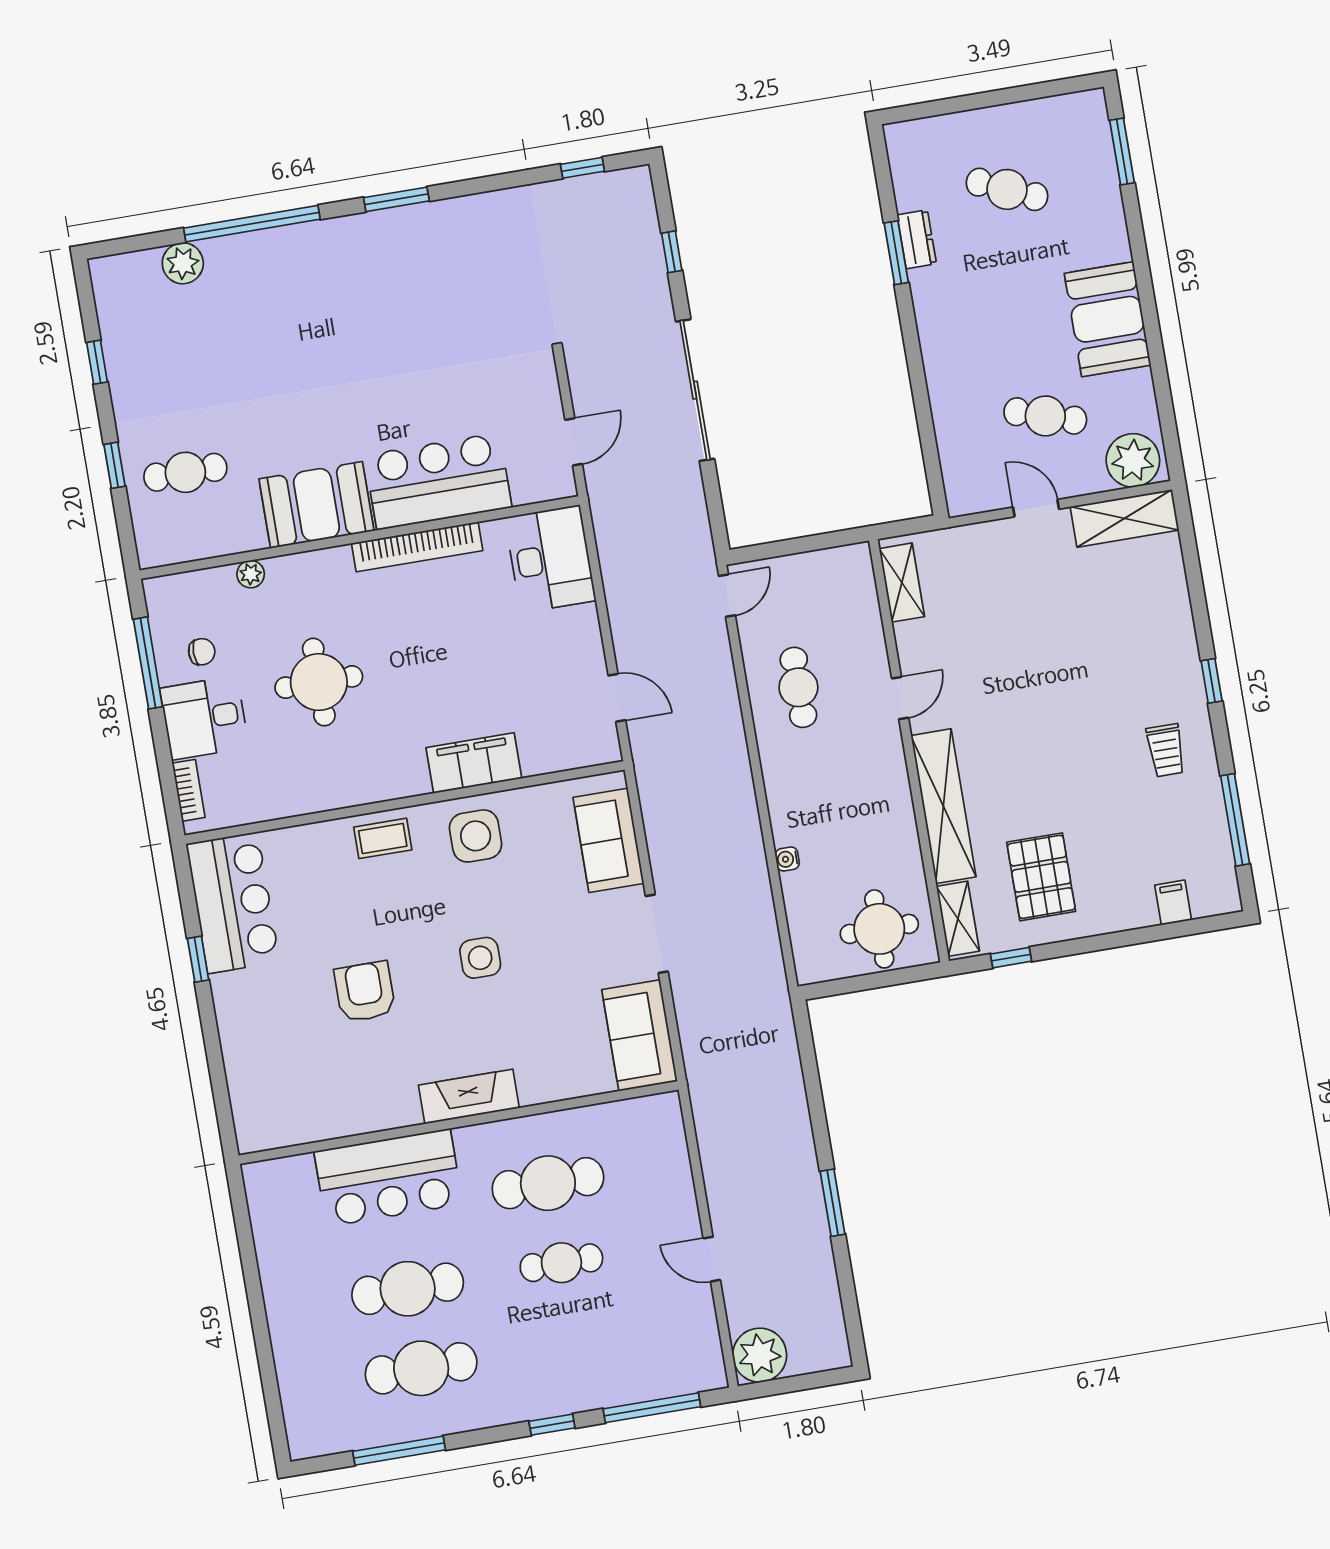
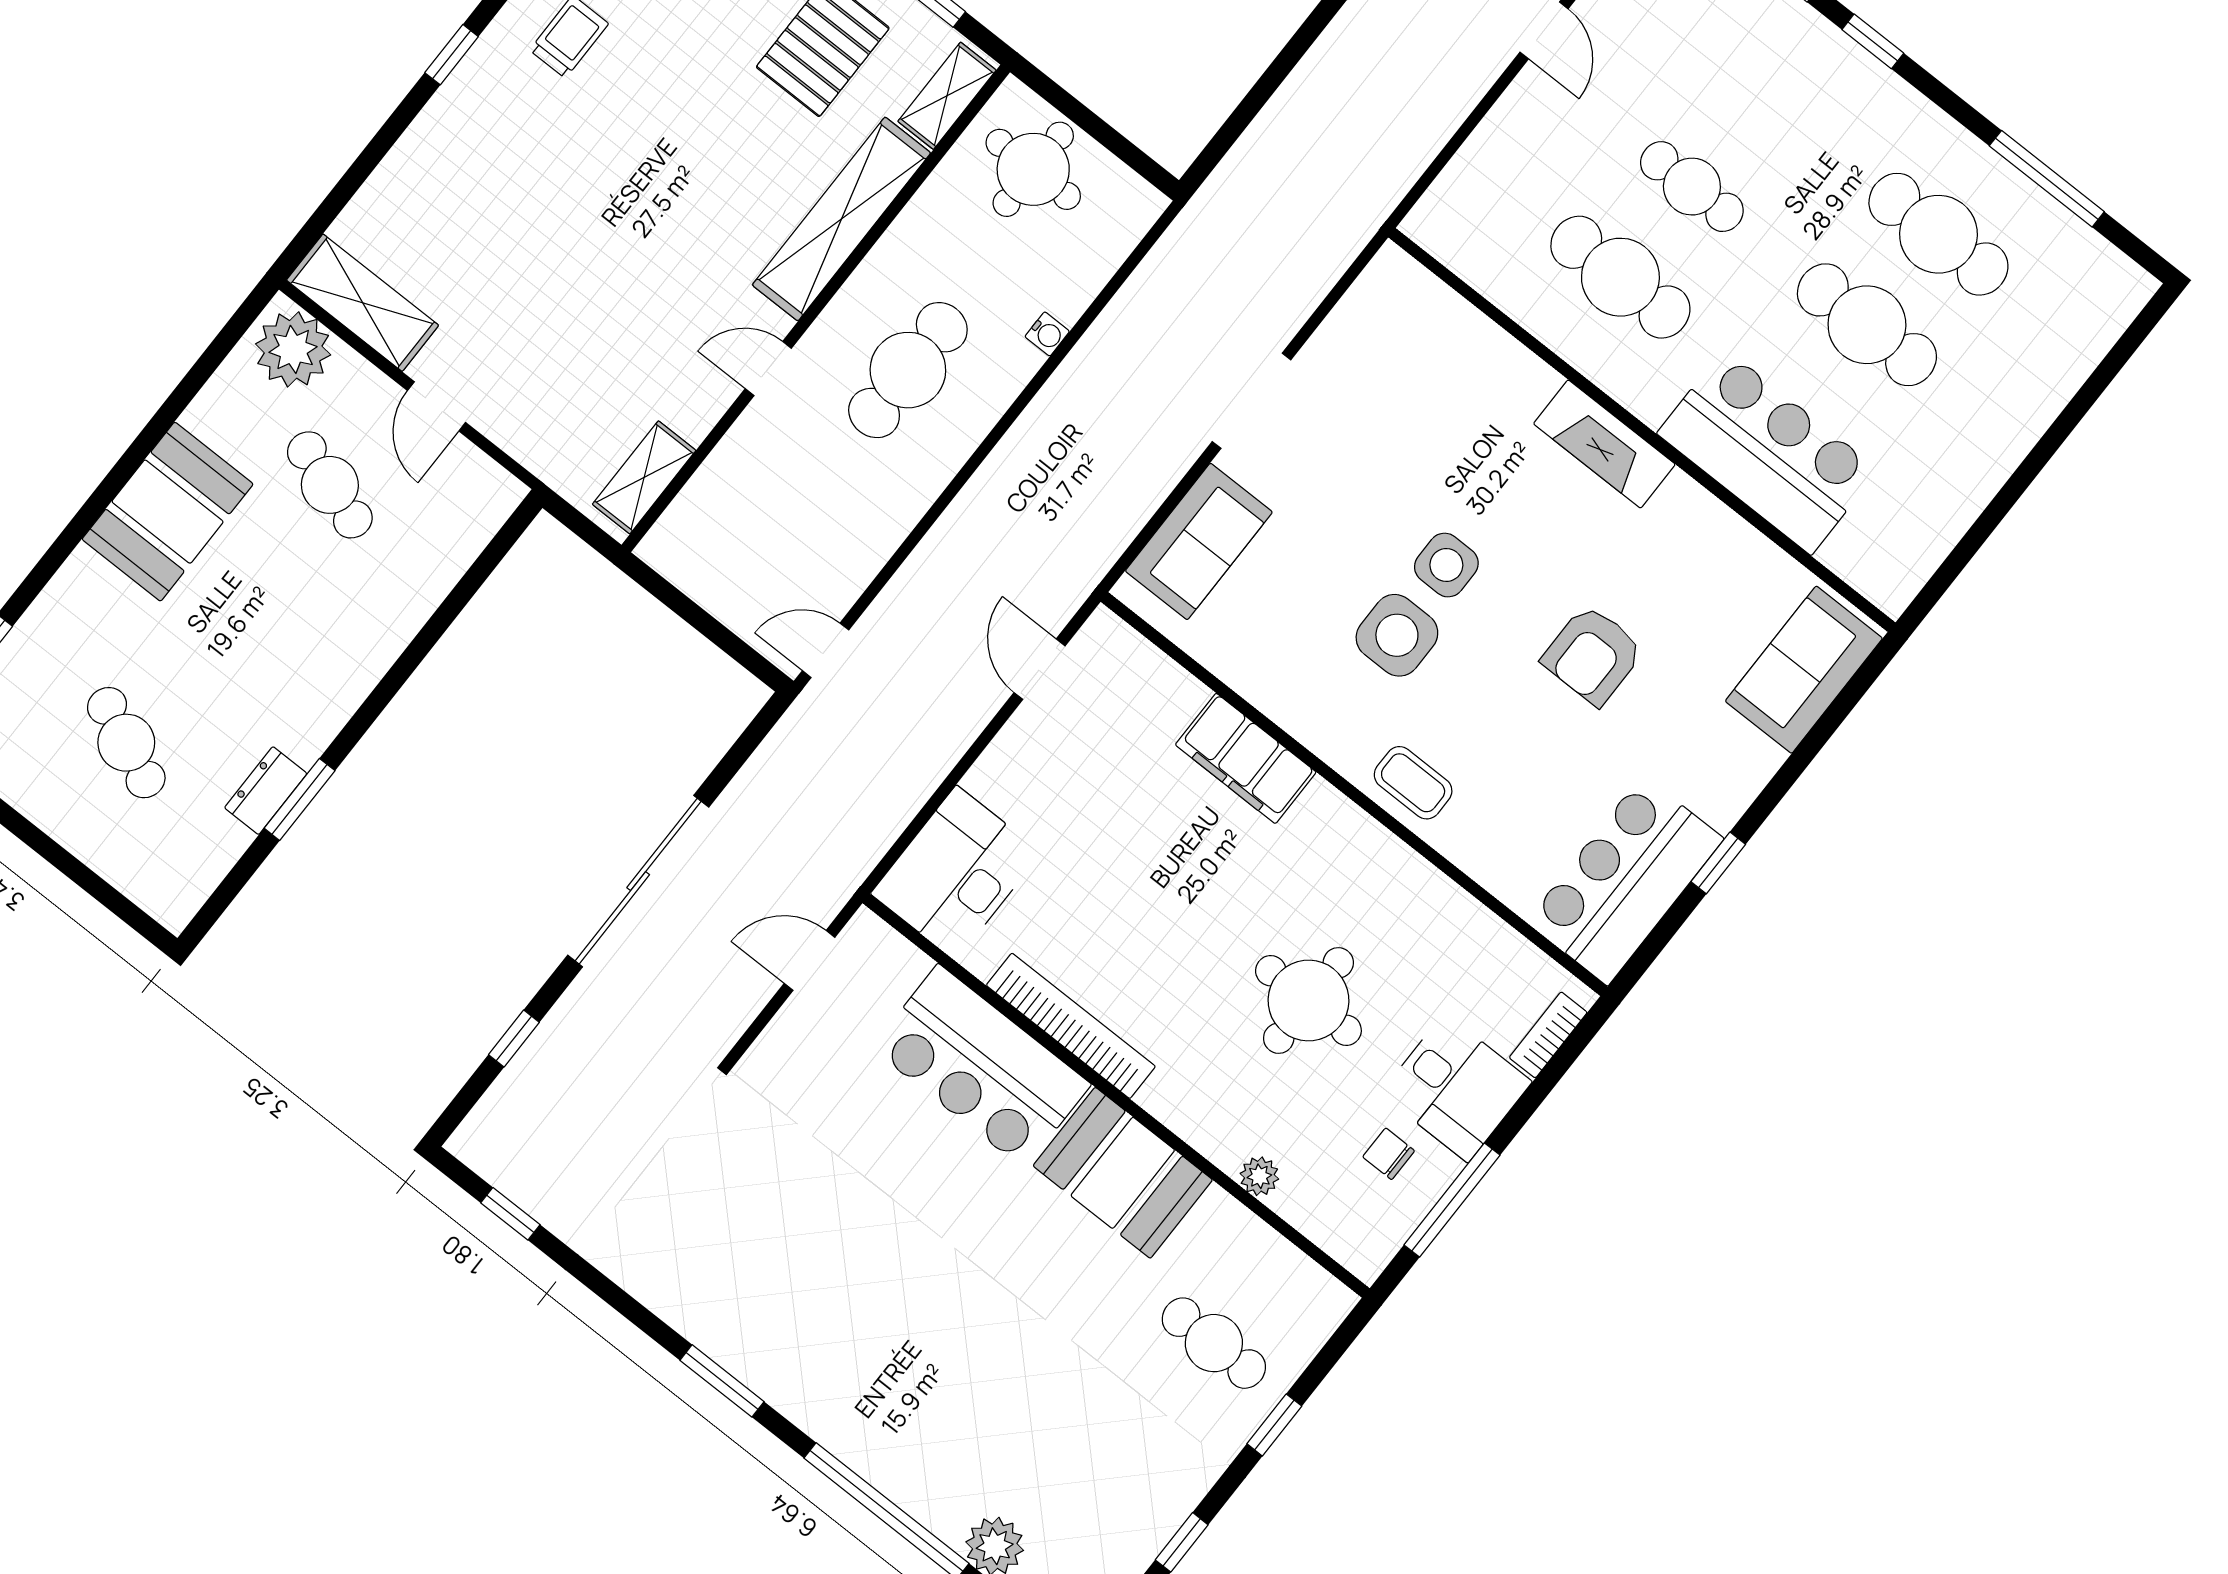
cafe table: (798, 687) -> (908, 370), moved, width x1.37, depth x1.35
side table: (476, 836) -> (1397, 635), moved
sofa: (640, 1035) -> (1804, 670), moved, turned 180

